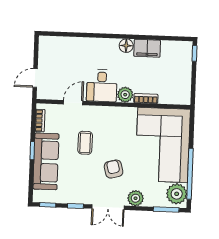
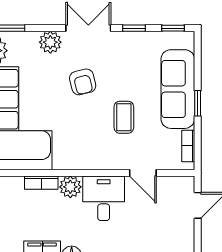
door: (73, 103) -> (143, 173), hinge flipped

